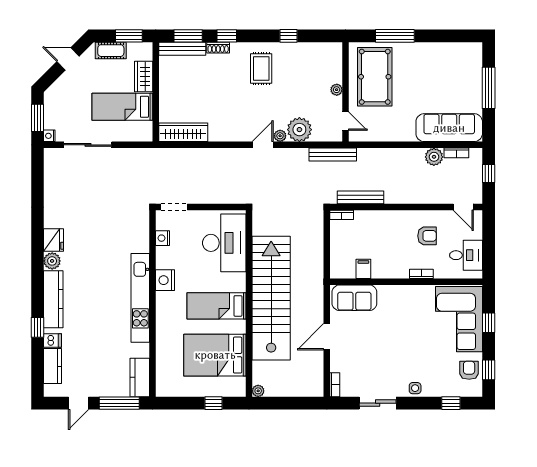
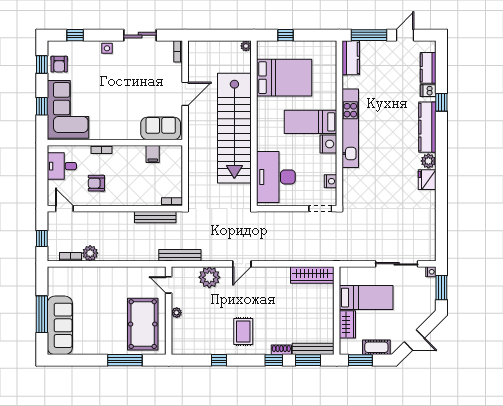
sofa: (449, 128) -> (60, 325), moved, turned -90
plant: (280, 136) -> (227, 272), removed
bed: (216, 306) -> (311, 122), moved, turned 180

